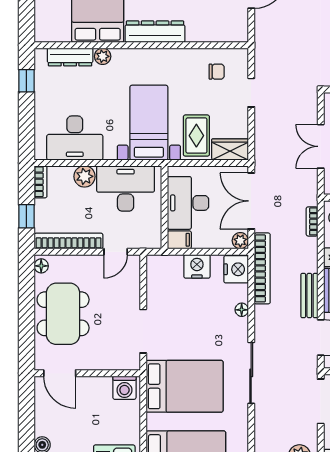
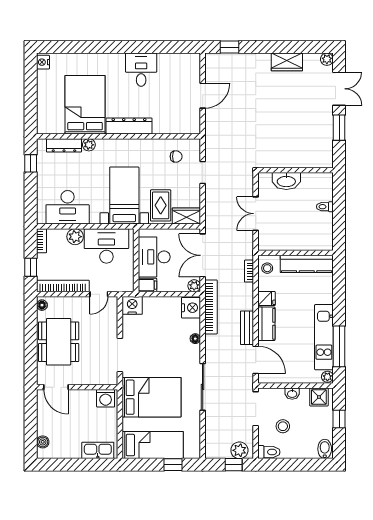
nightstand: (197, 266) -> (132, 305), moved

